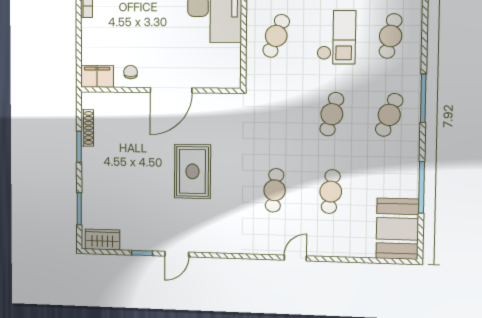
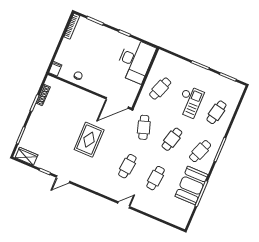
filing cabinet: (97, 76) -> (55, 69), width x0.50
door: (171, 90) -> (117, 103), moved
cafe table: (275, 113) -> (144, 127), added
booth: (397, 229) -> (191, 185), moved

